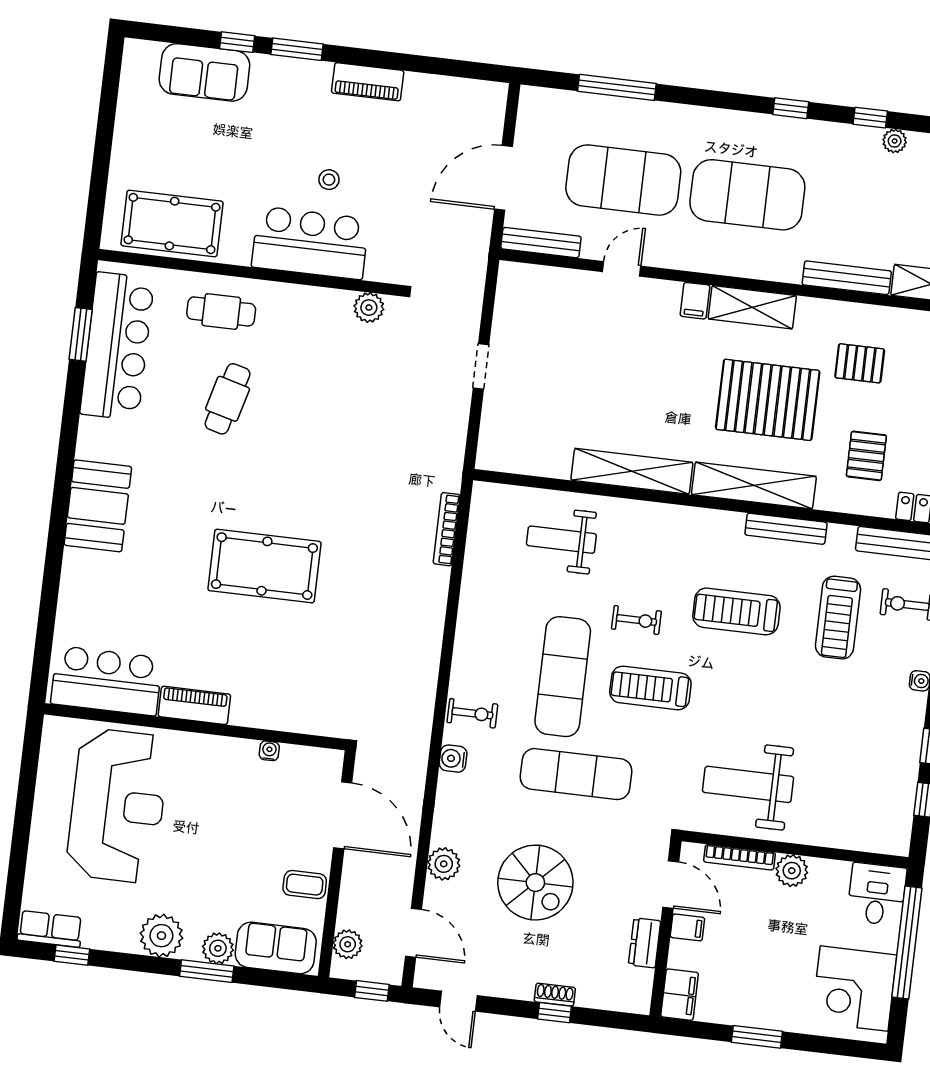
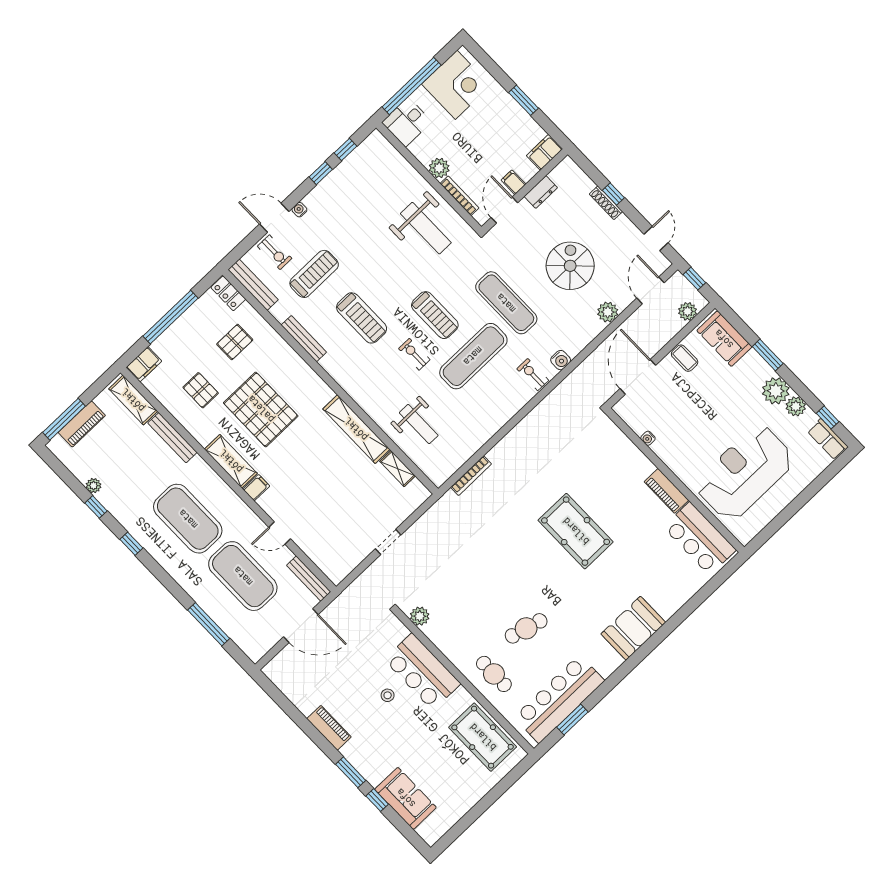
shelving: (754, 486) -> (398, 469), moved, width x0.45, depth x0.75
plant: (218, 948) -> (796, 406), moved
shoe rack: (555, 995) -> (606, 203), width x1.43

